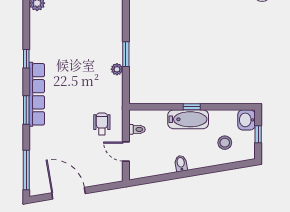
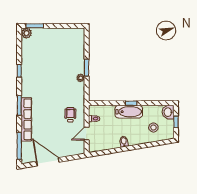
row of seats: (37, 94) -> (26, 119), moved
door: (126, 152) -> (87, 134), hinge flipped

